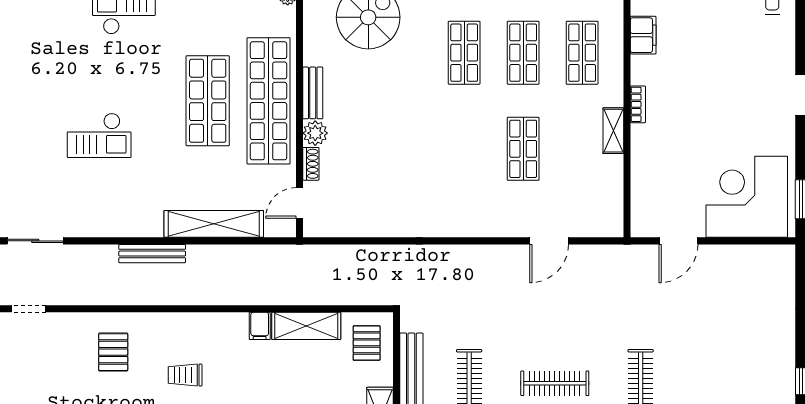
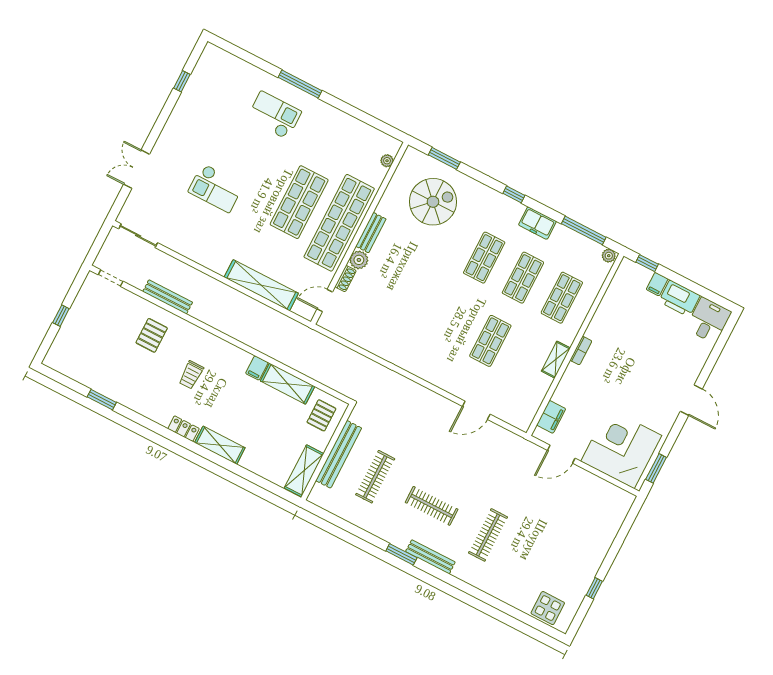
filing cabinet: (643, 35) -> (551, 417), moved
bench: (152, 254) -> (168, 297), moved
trolley: (185, 375) -> (191, 375), turned -90

